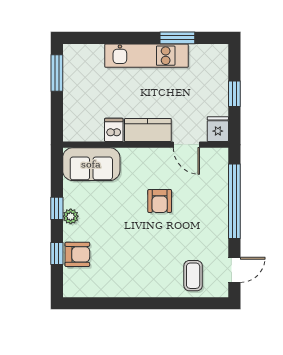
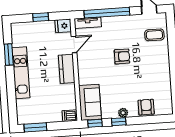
dishwasher: (114, 130) -> (70, 116), moved
tv unit: (220, 169) -> (88, 23), added
armchair: (160, 201) -> (122, 56), moved
window: (57, 253) -> (95, 123), moved

